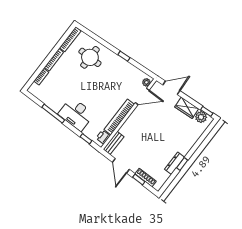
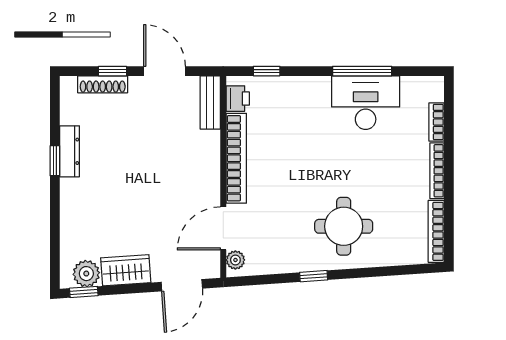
round table: (90, 57) -> (344, 226), moved
desk: (76, 114) -> (366, 103), moved

